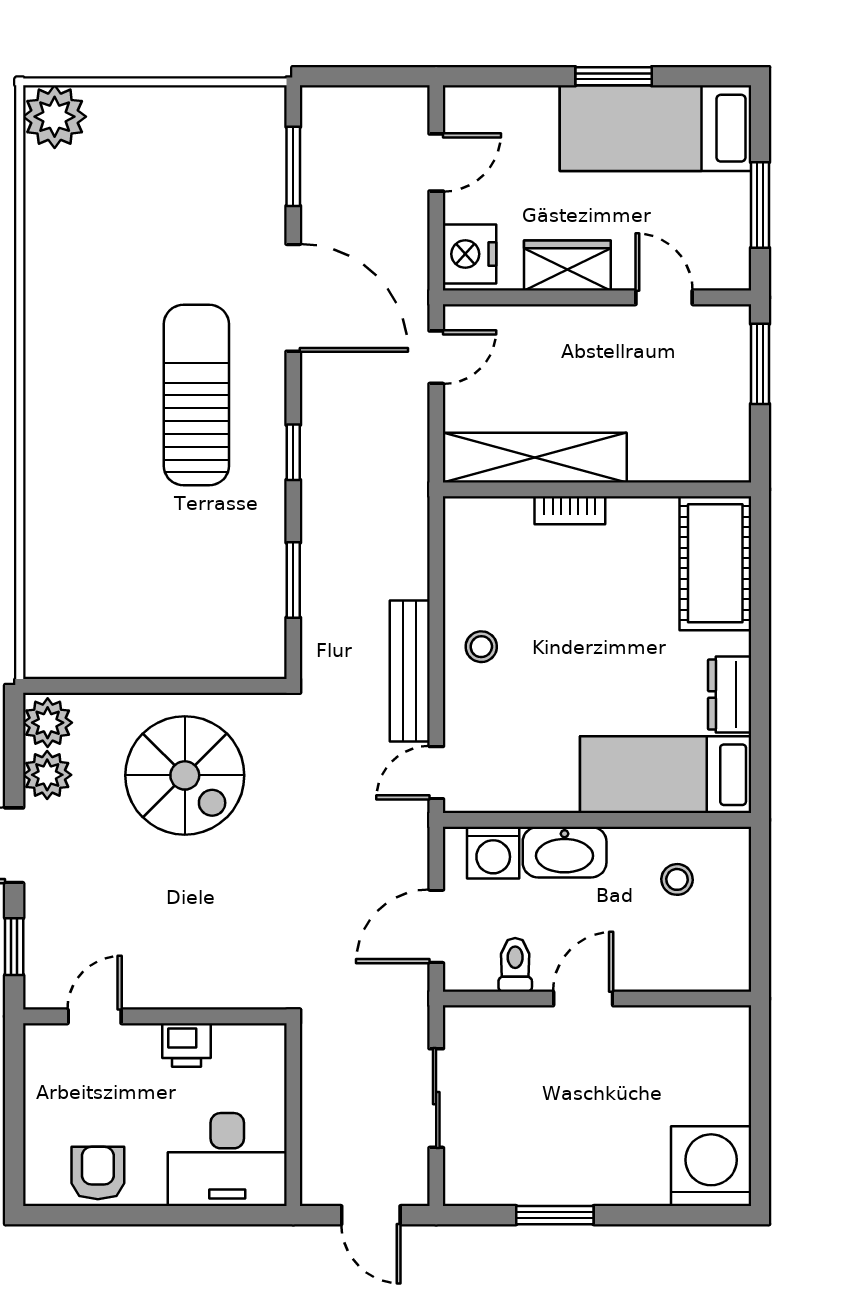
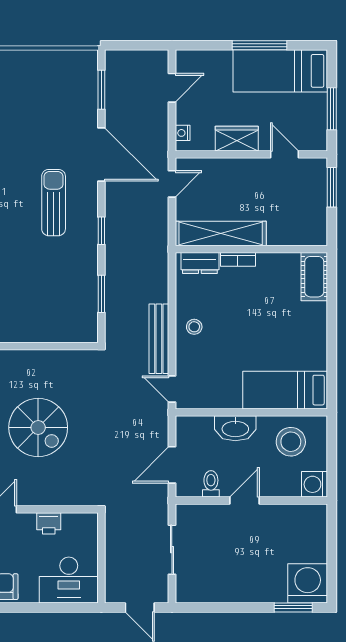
window: (614, 76) -> (259, 45), width x1.44
nightstand: (470, 254) -> (183, 133), width x0.53, depth x0.56
sun lounger: (196, 395) -> (54, 203), width x0.73, depth x0.75
cot: (715, 563) -> (314, 277), width x0.73, depth x0.75
dresser: (730, 694) -> (200, 263), moved, turned -90
door: (436, 773) -> (172, 389), hinge flipped
spiral stairs: (185, 775) -> (38, 427), moved
washing machine: (493, 853) -> (315, 484), moved, turned 90
stool: (677, 879) -> (291, 442), width x1.89, depth x1.89
window: (555, 1215) -> (293, 607), moved

